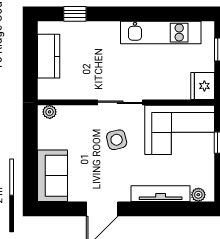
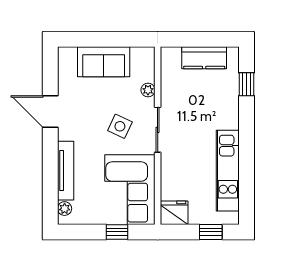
plant: (50, 112) -> (148, 90), moved
side table: (117, 140) -> (120, 126), turned 38
sofa: (52, 176) -> (104, 62), moved

